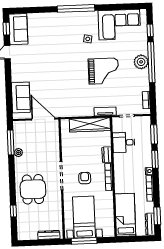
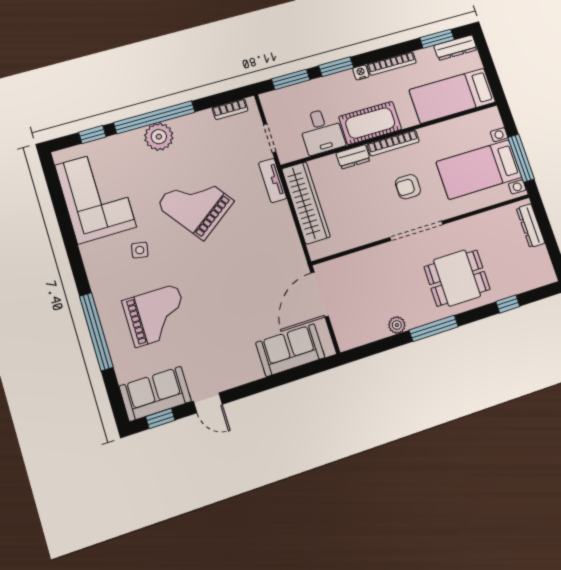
window: (76, 8) -> (96, 332), moved
grand piano: (55, 39) -> (156, 316), added
grand piano: (104, 71) -> (195, 203), turned -36
window: (11, 142) -> (434, 328), moved
cot: (122, 168) -> (370, 123), added

